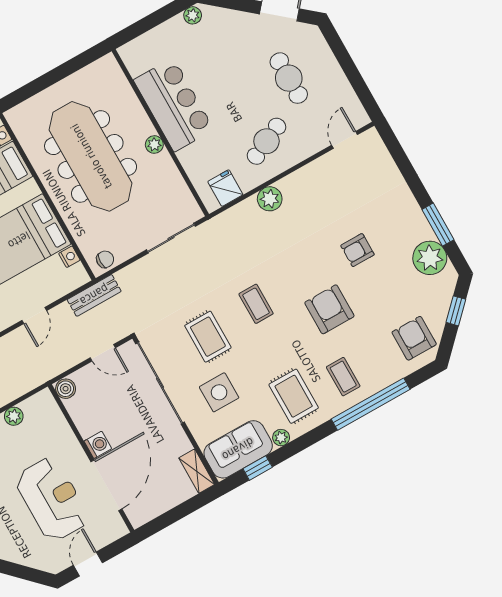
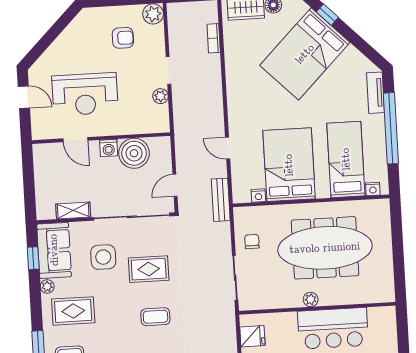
chair: (105, 259) -> (252, 241), moved, turned 180
boiler: (66, 389) -> (134, 153), moved, width x1.86, depth x1.86
shelving: (197, 471) -> (73, 211), moved
door: (106, 485) -> (75, 140), width x0.53

